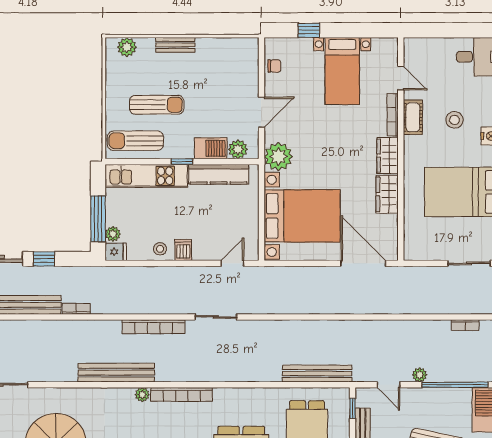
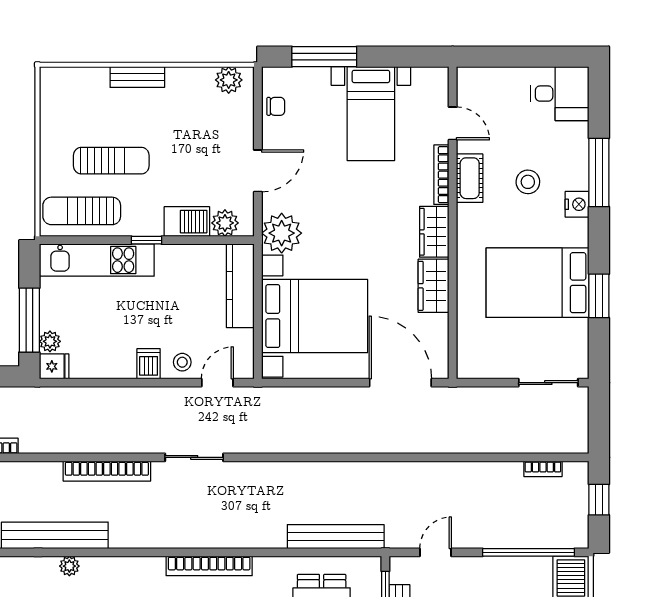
window: (309, 30) -> (324, 57), width x2.17
plant: (127, 47) -> (229, 80), moved
kitchen counter: (219, 174) -> (240, 286), moved, turned 90
stool: (160, 249) -> (182, 362), moved
plant: (420, 375) -> (479, 538), removed
door: (389, 385) -> (436, 552), swing flipped
bookcase: (182, 394) -> (209, 566), moved
plant: (142, 395) -> (69, 566), moved

